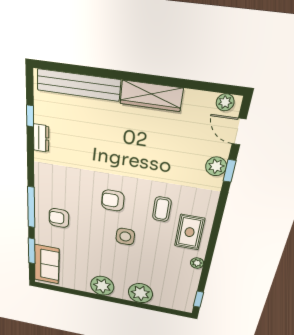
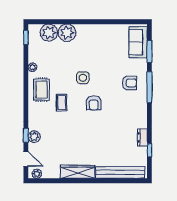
armchair: (113, 200) -> (94, 103), turned 90
plant: (102, 286) -> (49, 33), moved

